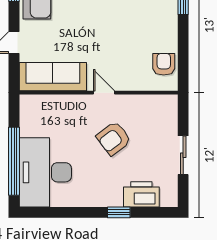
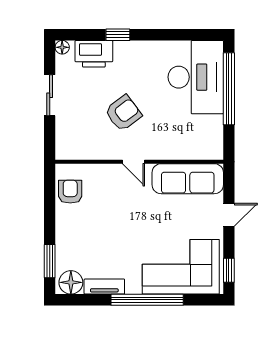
armchair: (164, 64) -> (70, 192), turned 180
floor lamp: (171, 201) -> (62, 47), added

